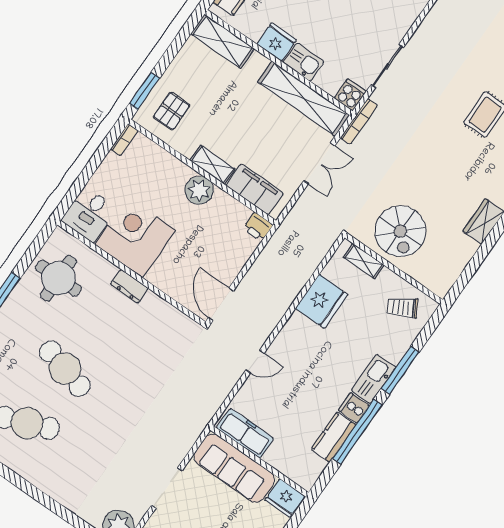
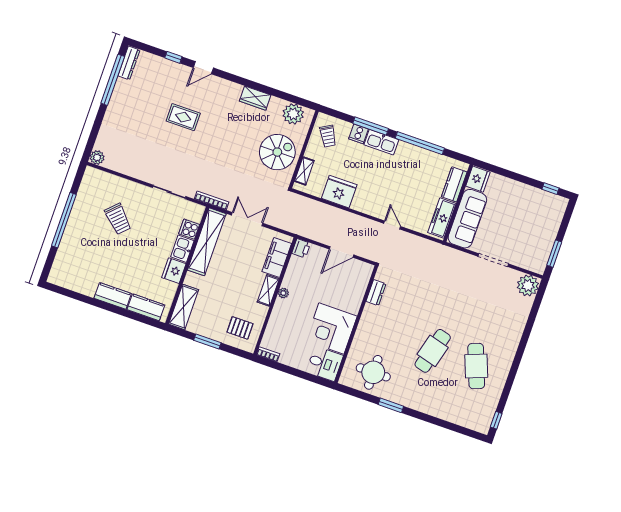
window: (144, 91) -> (207, 341), moved
cooker: (350, 95) -> (189, 229), moved
plant: (199, 190) -> (283, 293), width x0.53, depth x0.53
plant: (447, 268) -> (293, 114), added
dresser: (129, 286) -> (376, 293), moved
door: (221, 304) -> (341, 252), moved
cooker: (354, 408) -> (358, 134), moved
kitchen counter: (333, 437) -> (454, 184), moved, turned 90

